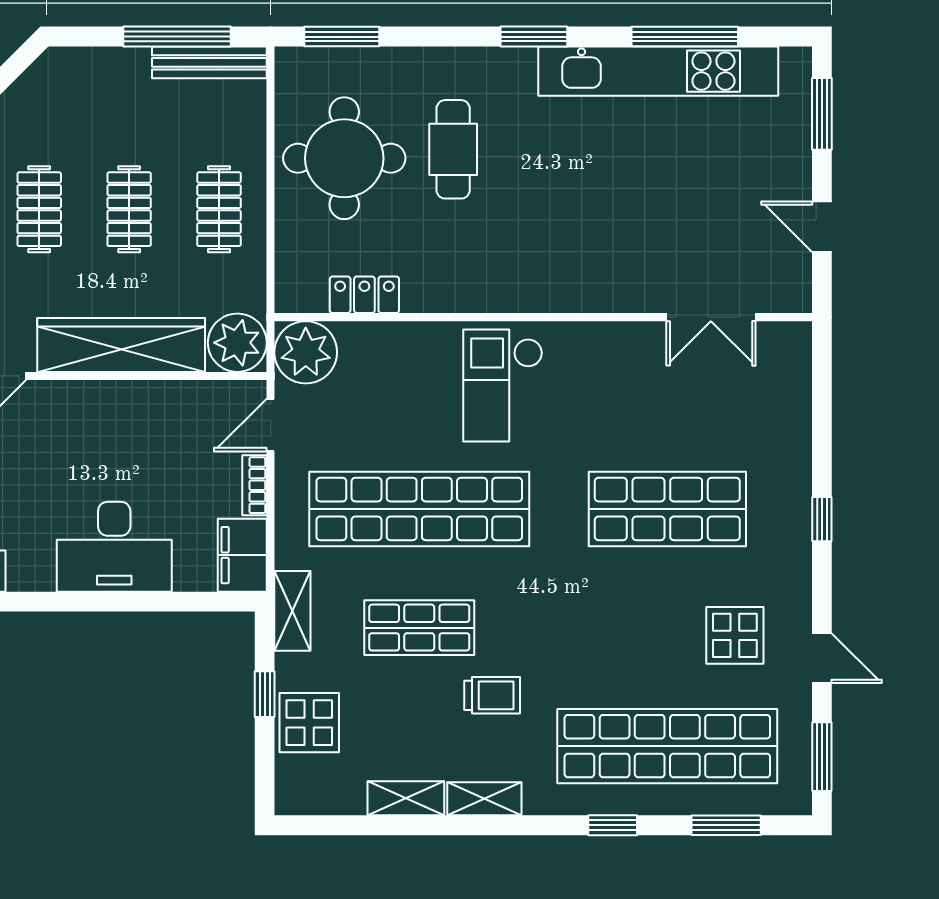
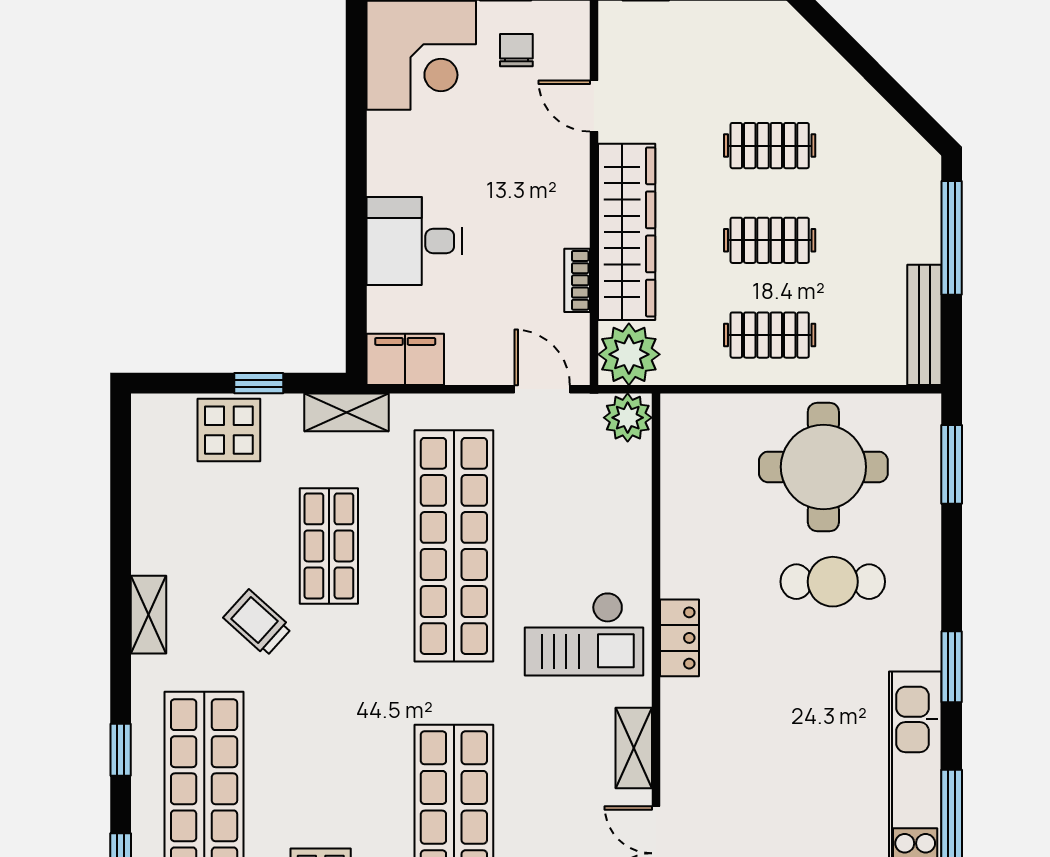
window: (177, 37) -> (952, 238), moved
locker: (364, 295) -> (680, 638), moved
plant: (306, 352) -> (628, 418), width x0.73, depth x0.73
checkout: (503, 385) -> (584, 634), turned 180
bookcase: (255, 485) -> (577, 280), moved, turned -90
desk: (114, 547) -> (414, 241), width x0.73
trolley: (492, 695) -> (258, 623), turned 132
shelving: (406, 798) -> (634, 748), moved

